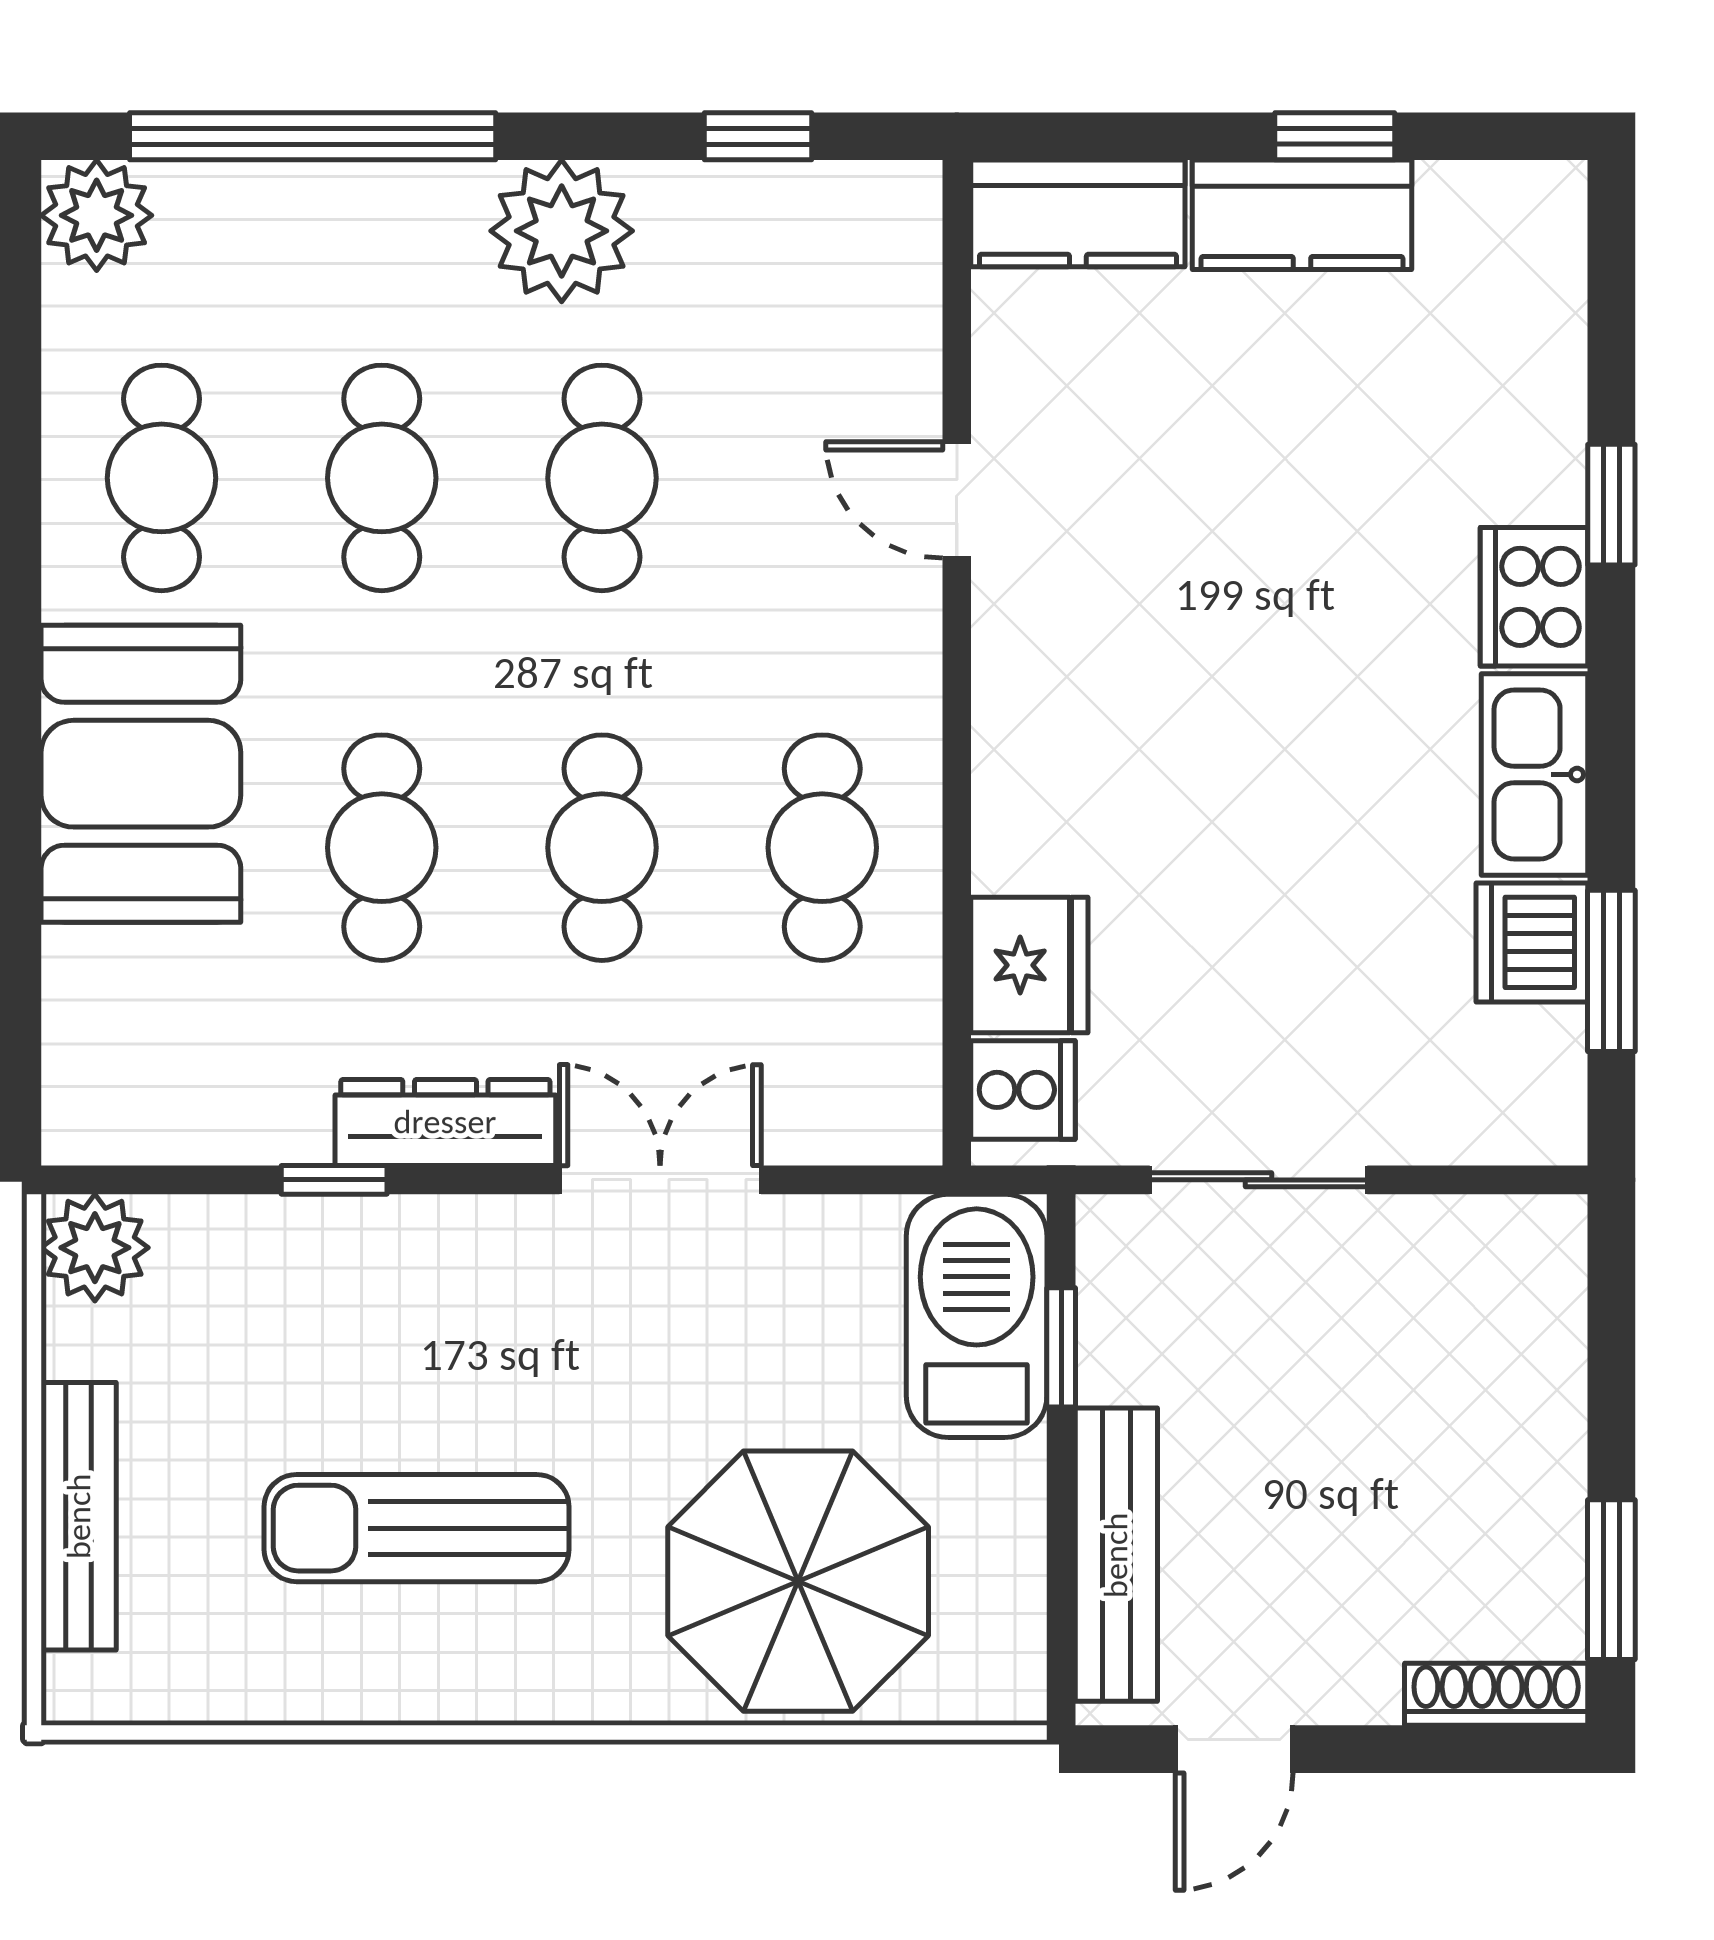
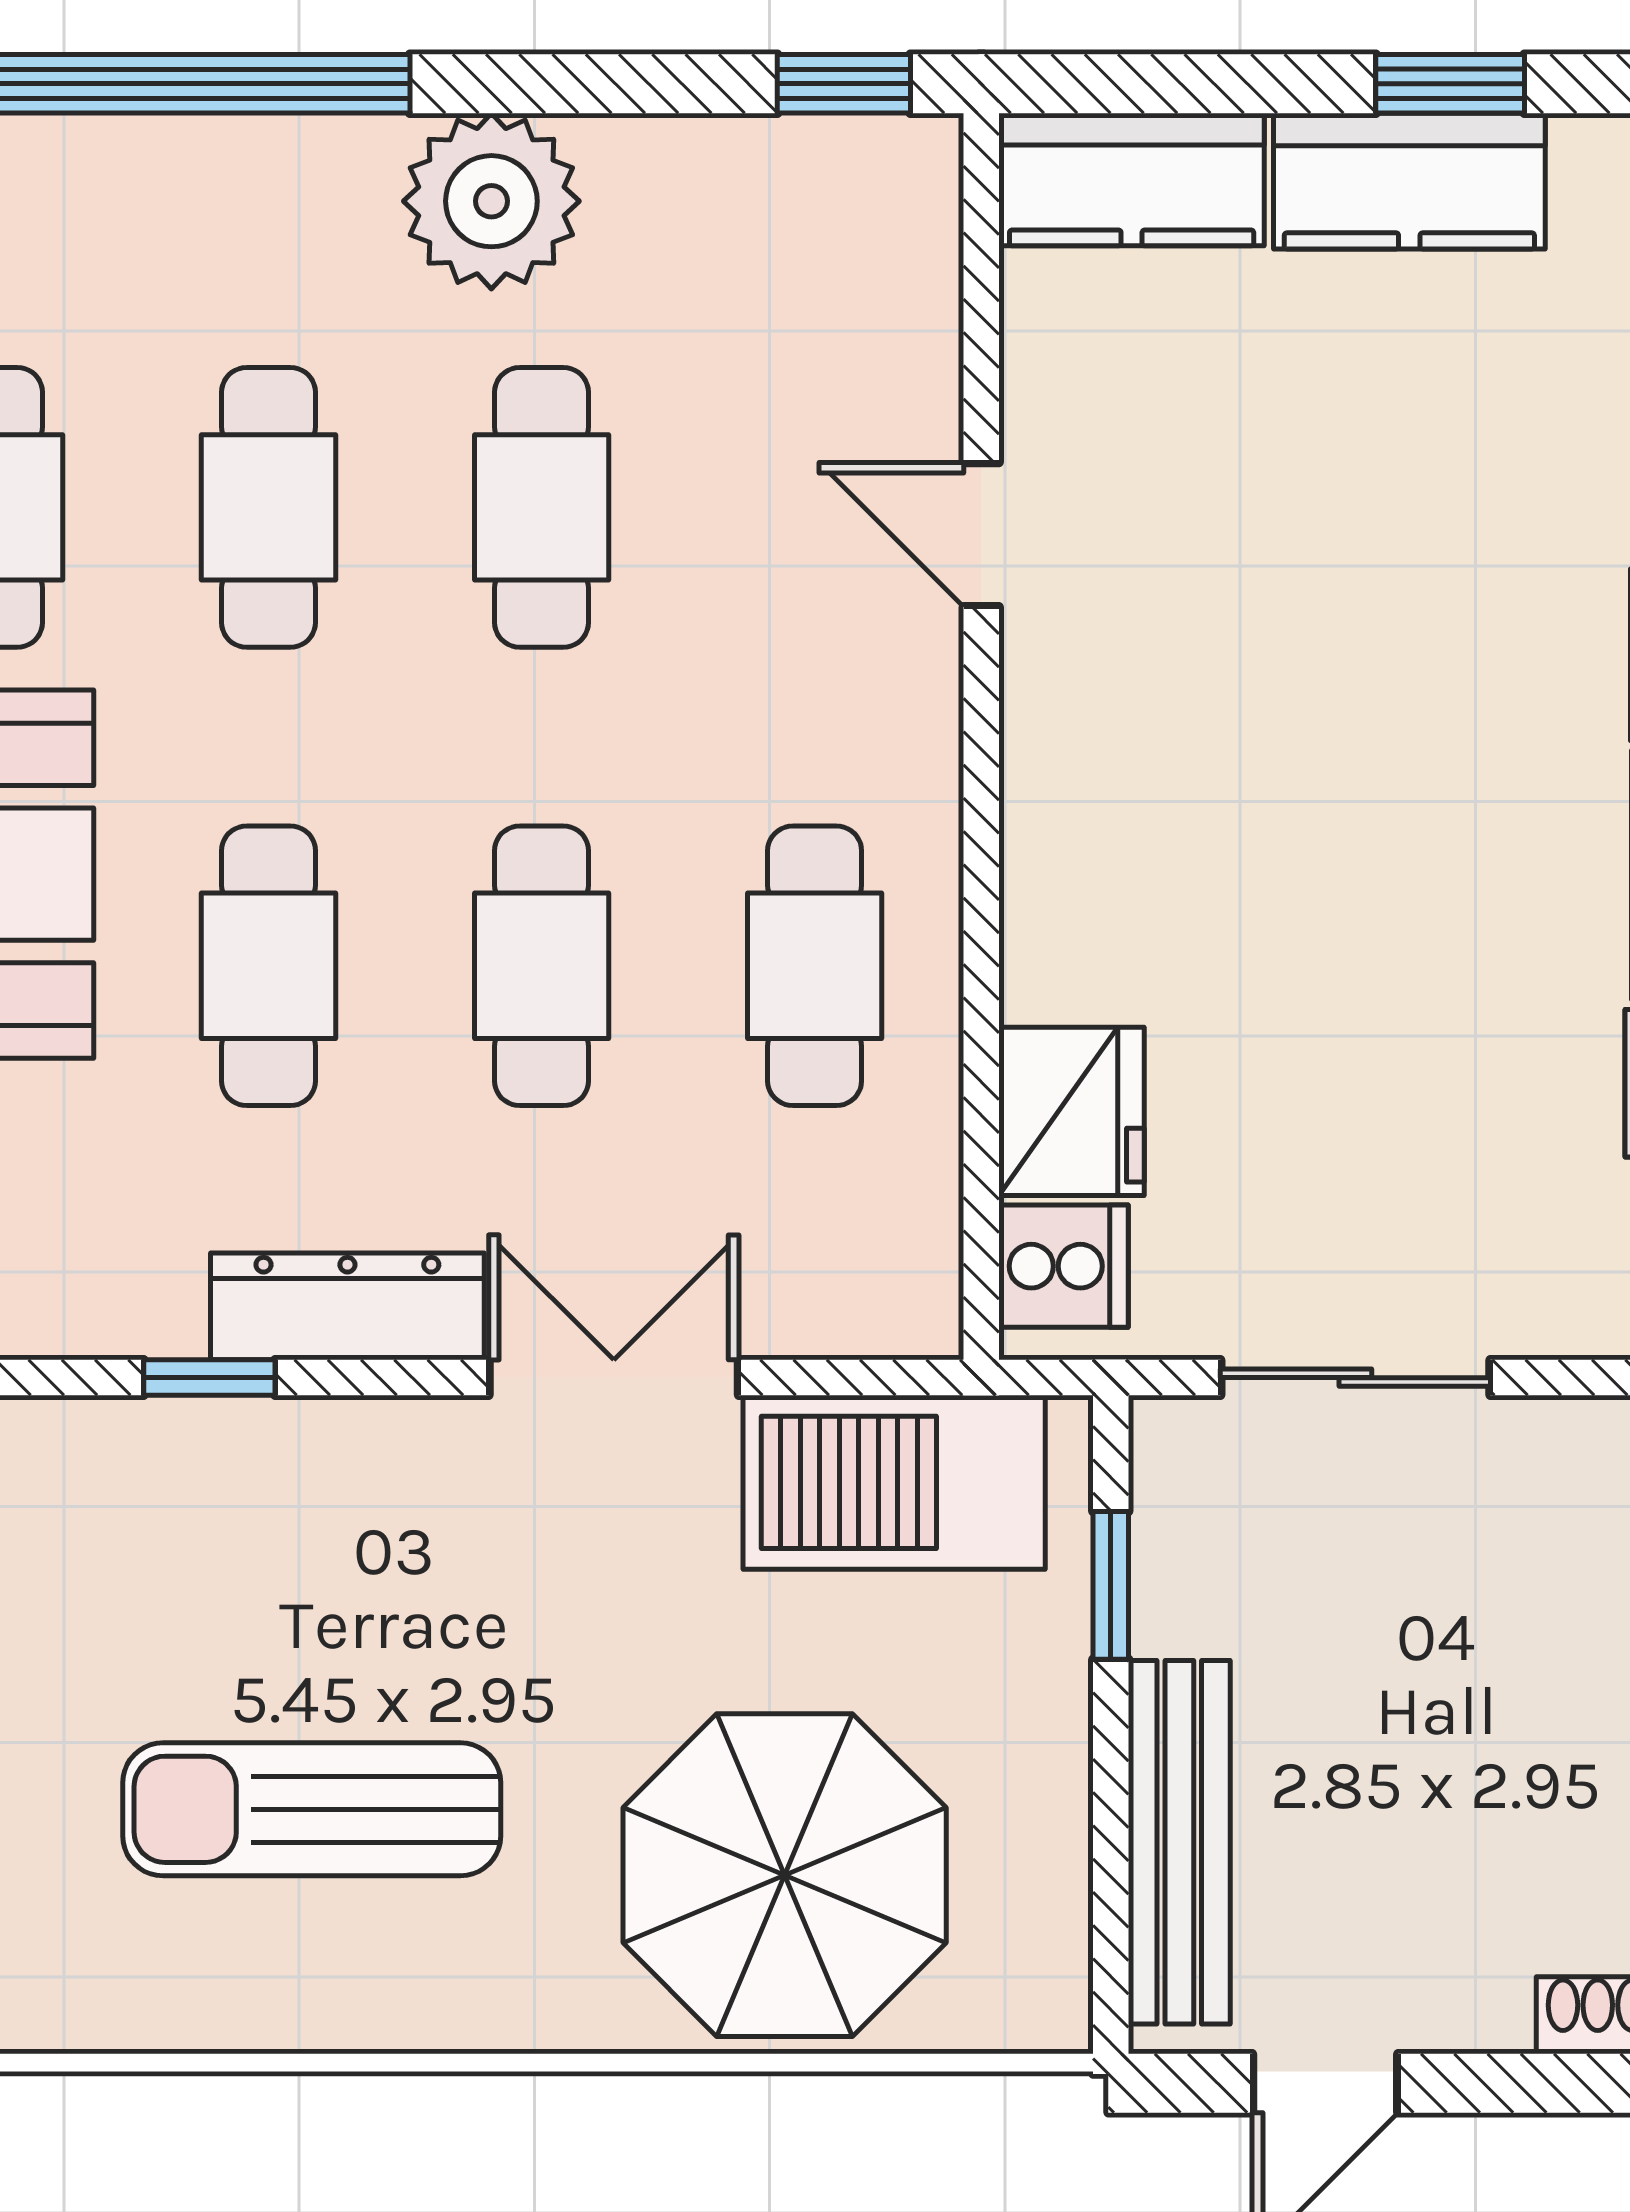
window: (758, 136) -> (844, 84), moved
barbecue: (977, 1316) -> (894, 1482), moved, turned -90

